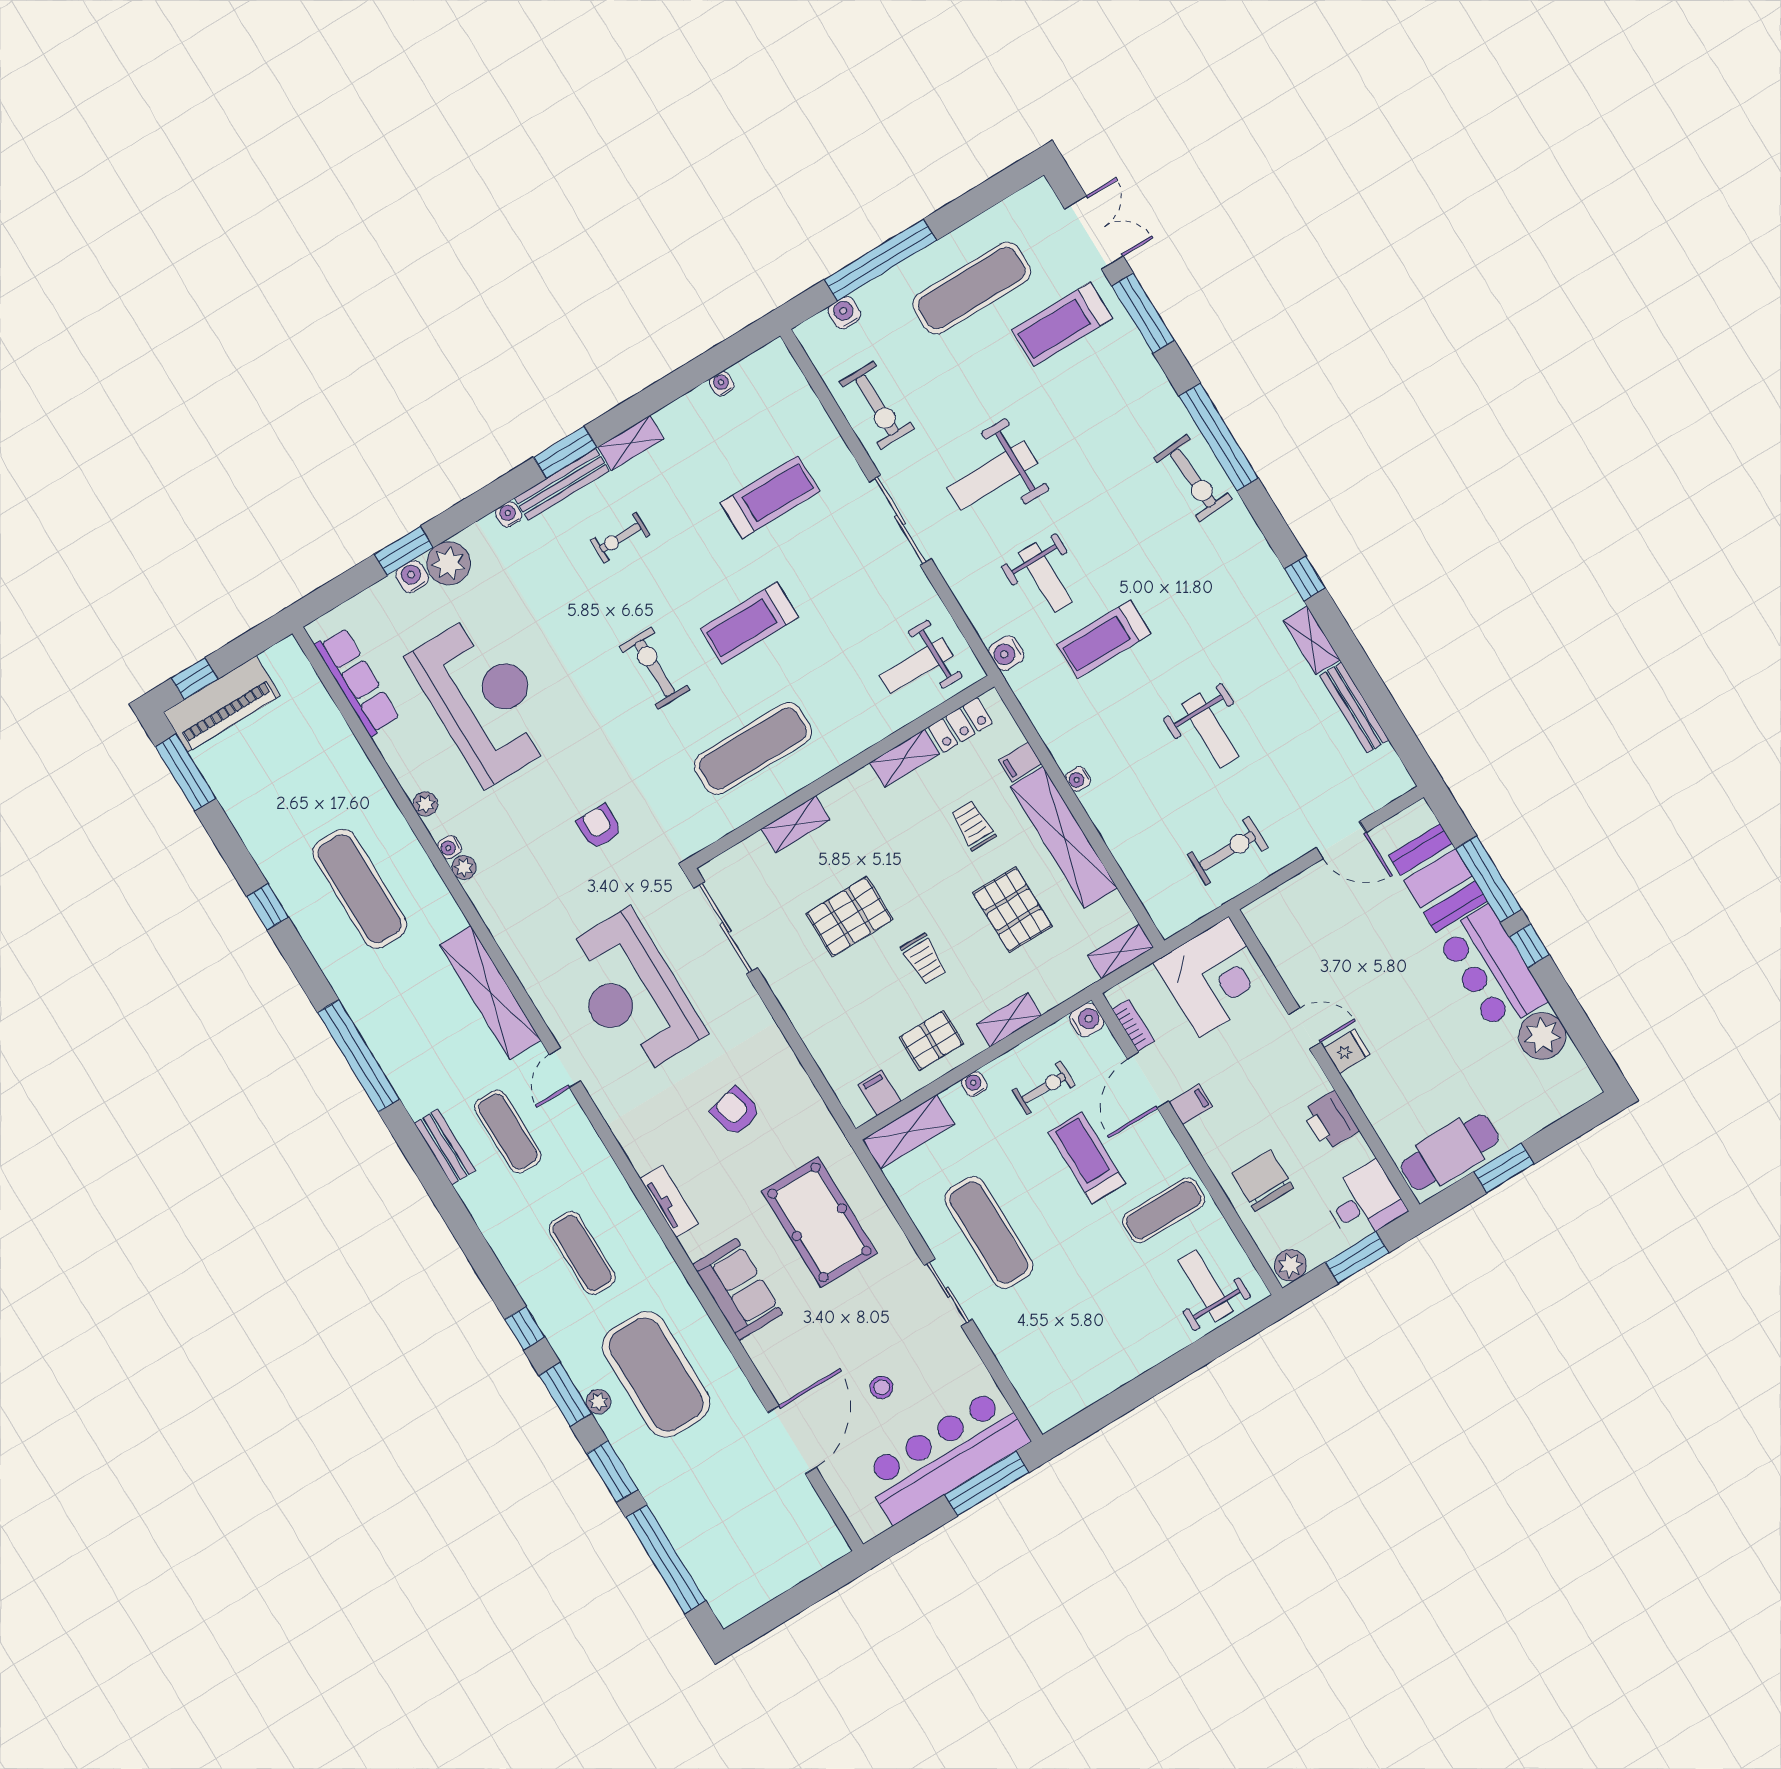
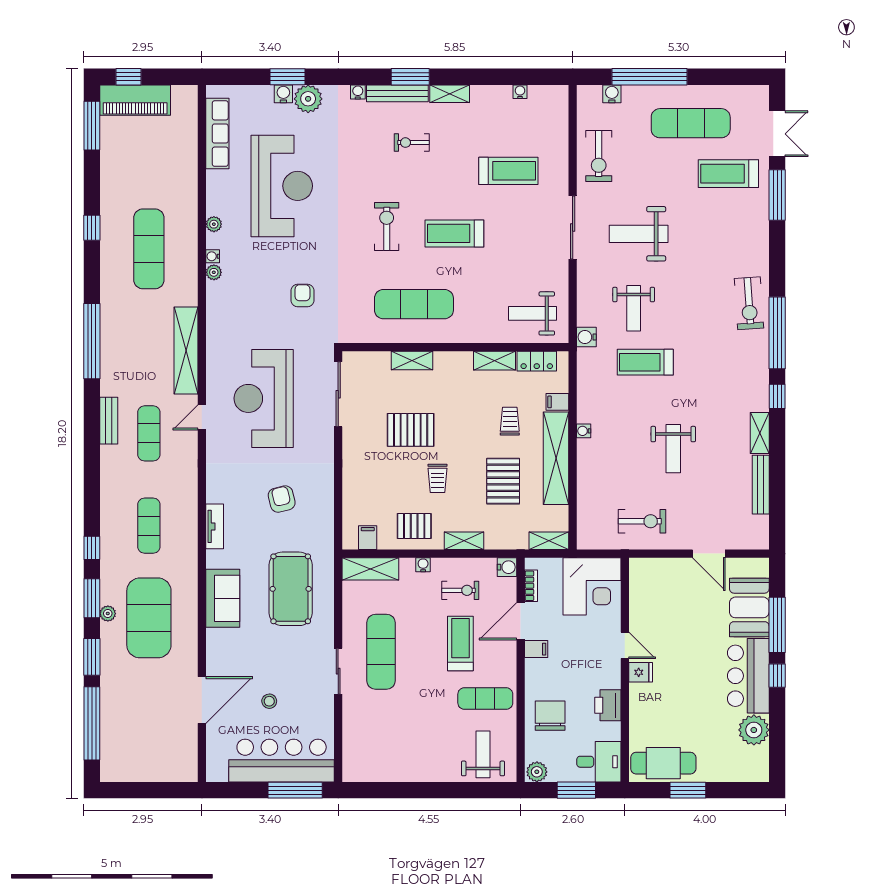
window: (1219, 437) -> (777, 333), moved

